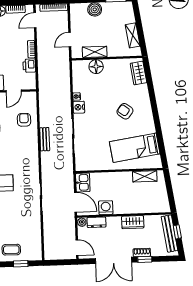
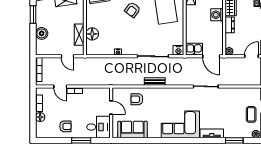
door: (35, 20) -> (60, 86), moved
printer: (29, 66) -> (89, 93), removed
nightstand: (79, 107) -> (178, 50), moved
door: (75, 202) -> (211, 56), swing flipped
washing machine: (106, 208) -> (217, 15), moved
dresser: (96, 222) -> (230, 25), moved

